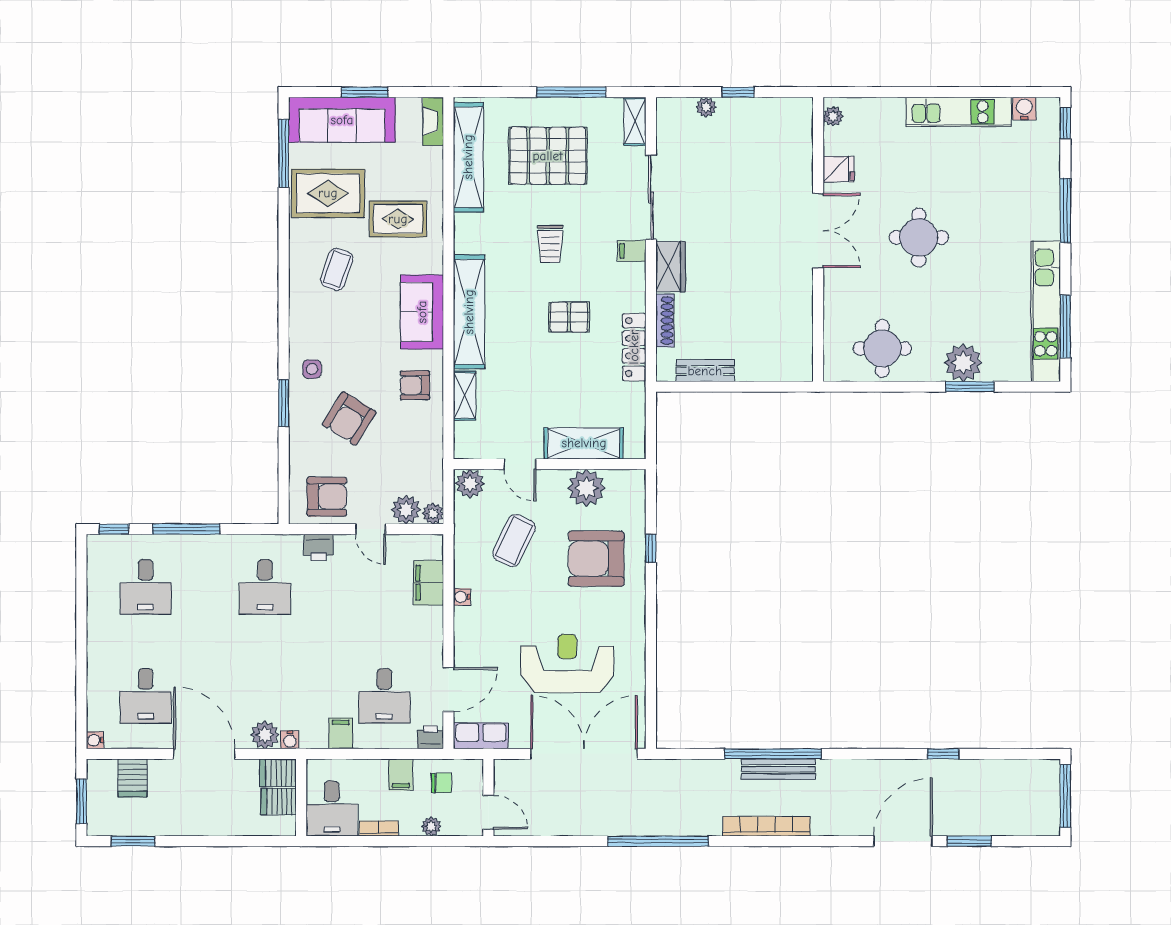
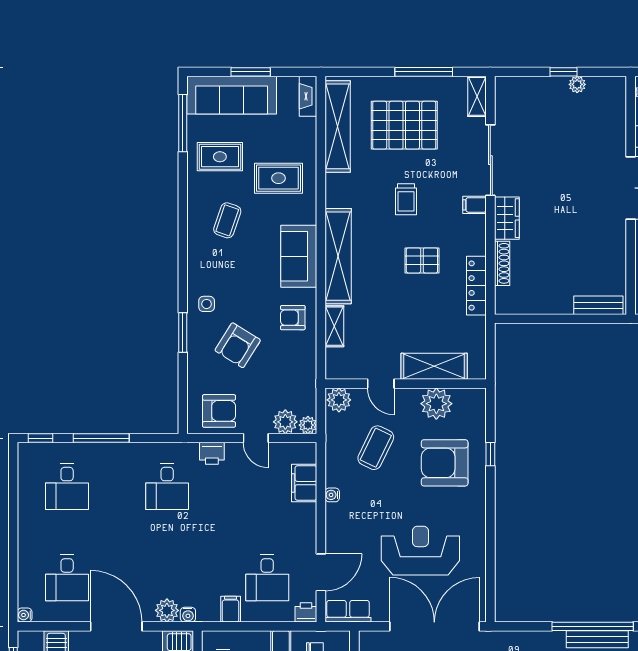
plant: (706, 107) -> (577, 84), moved
rug: (328, 193) -> (220, 157), width x0.73, depth x0.70
bench: (705, 371) -> (598, 305), moved

